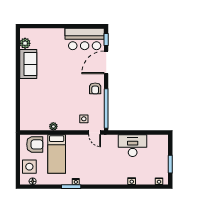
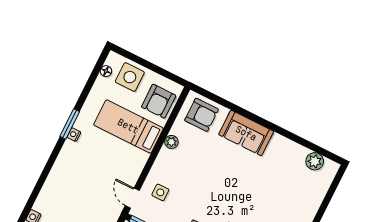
sofa: (28, 64) -> (246, 133), moved
armchair: (30, 117) -> (202, 115), added
door: (95, 133) -> (132, 198), hinge flipped

